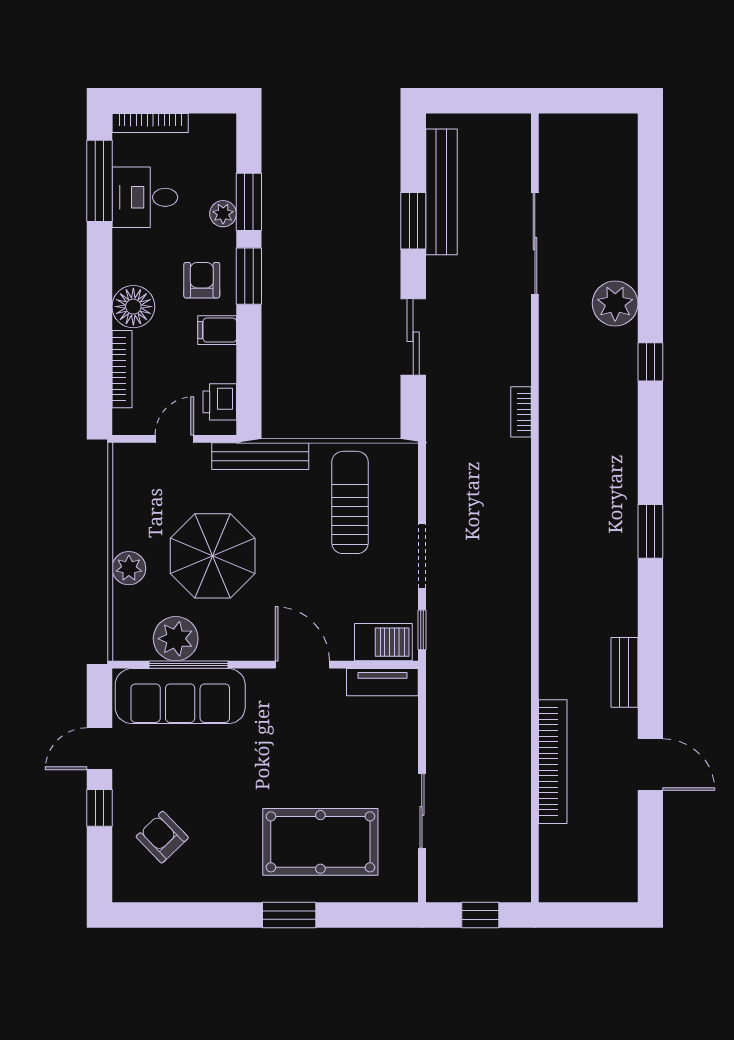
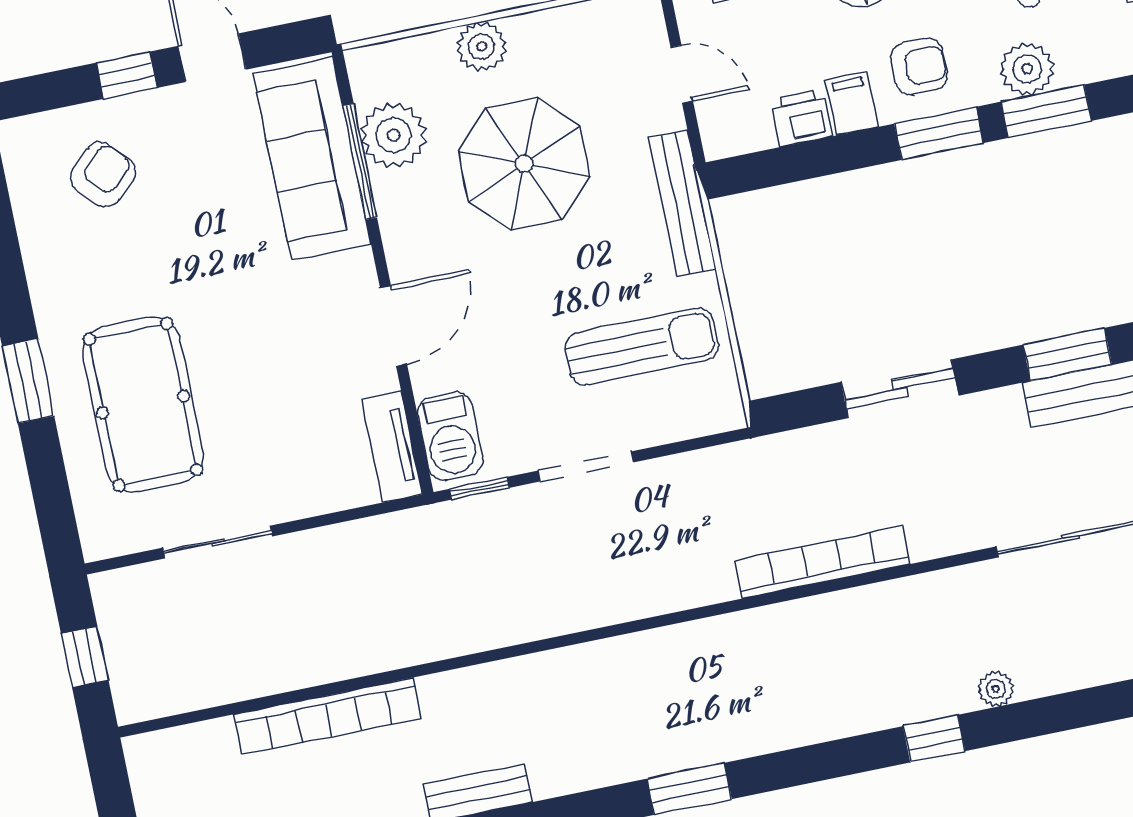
plant: (223, 214) -> (1027, 69), width x1.38, depth x1.38
plant: (615, 303) -> (996, 689), width x0.53, depth x0.53
printer: (220, 402) -> (801, 118), moved
bookcase: (521, 412) -> (822, 562), width x2.31, depth x1.31

